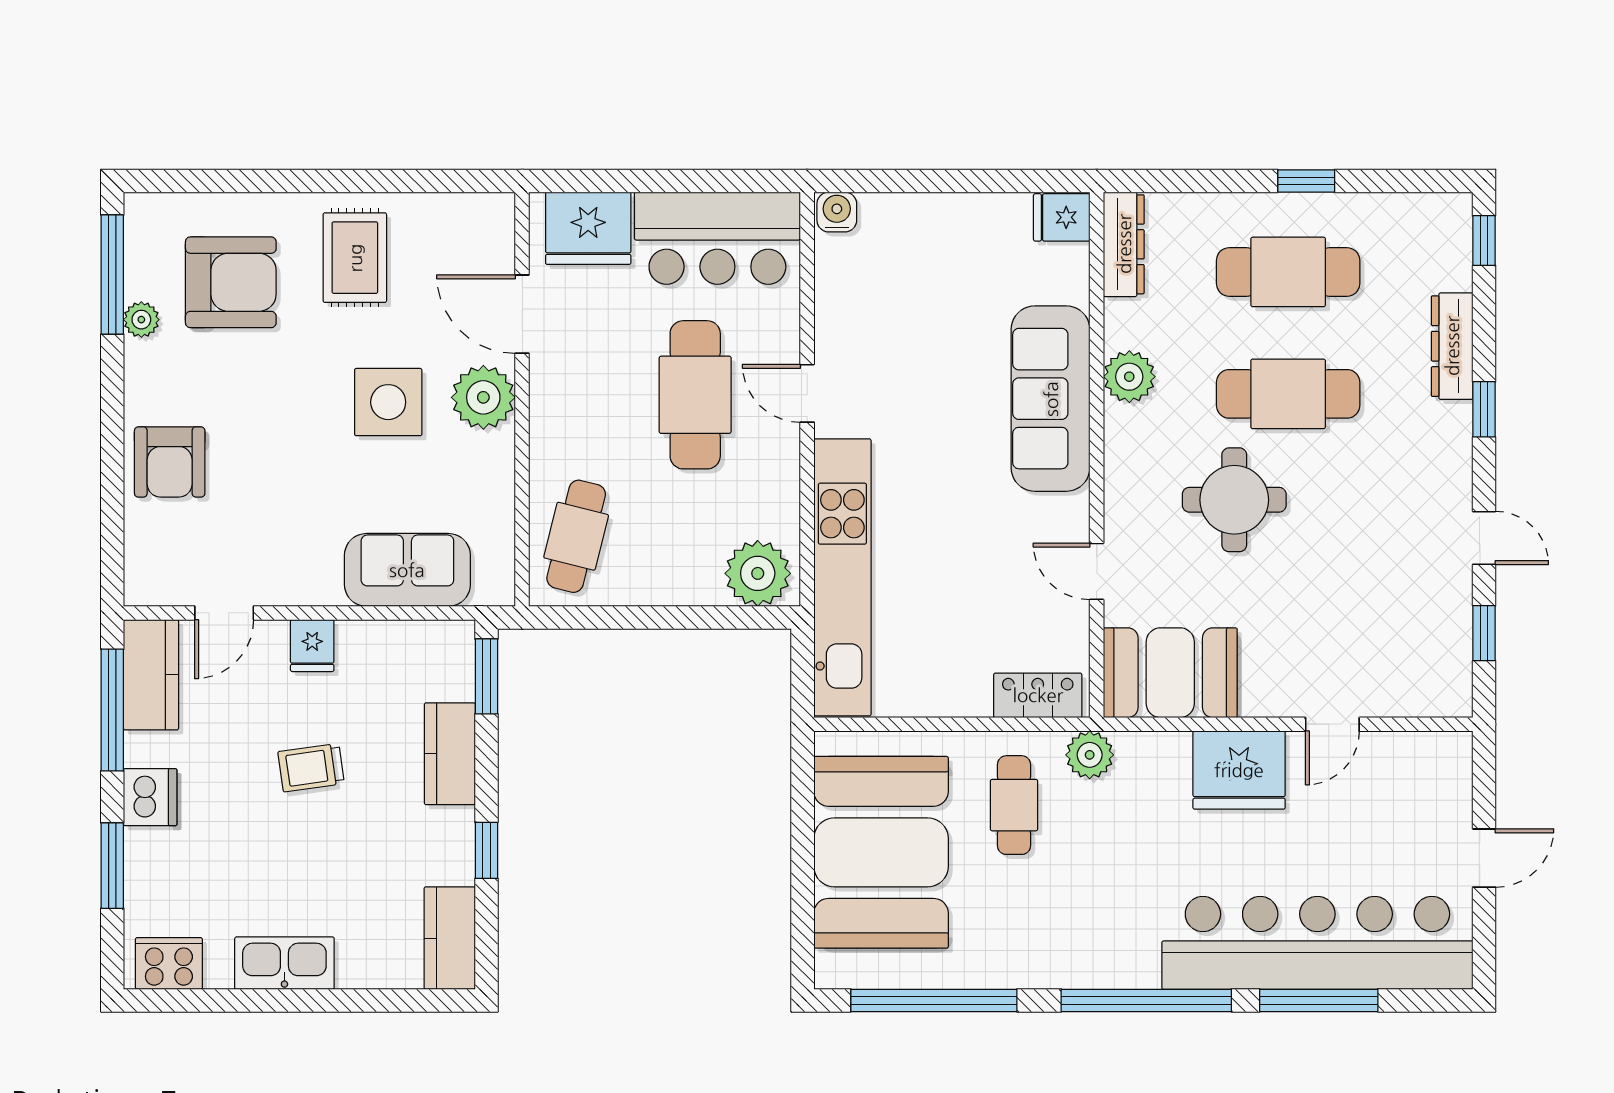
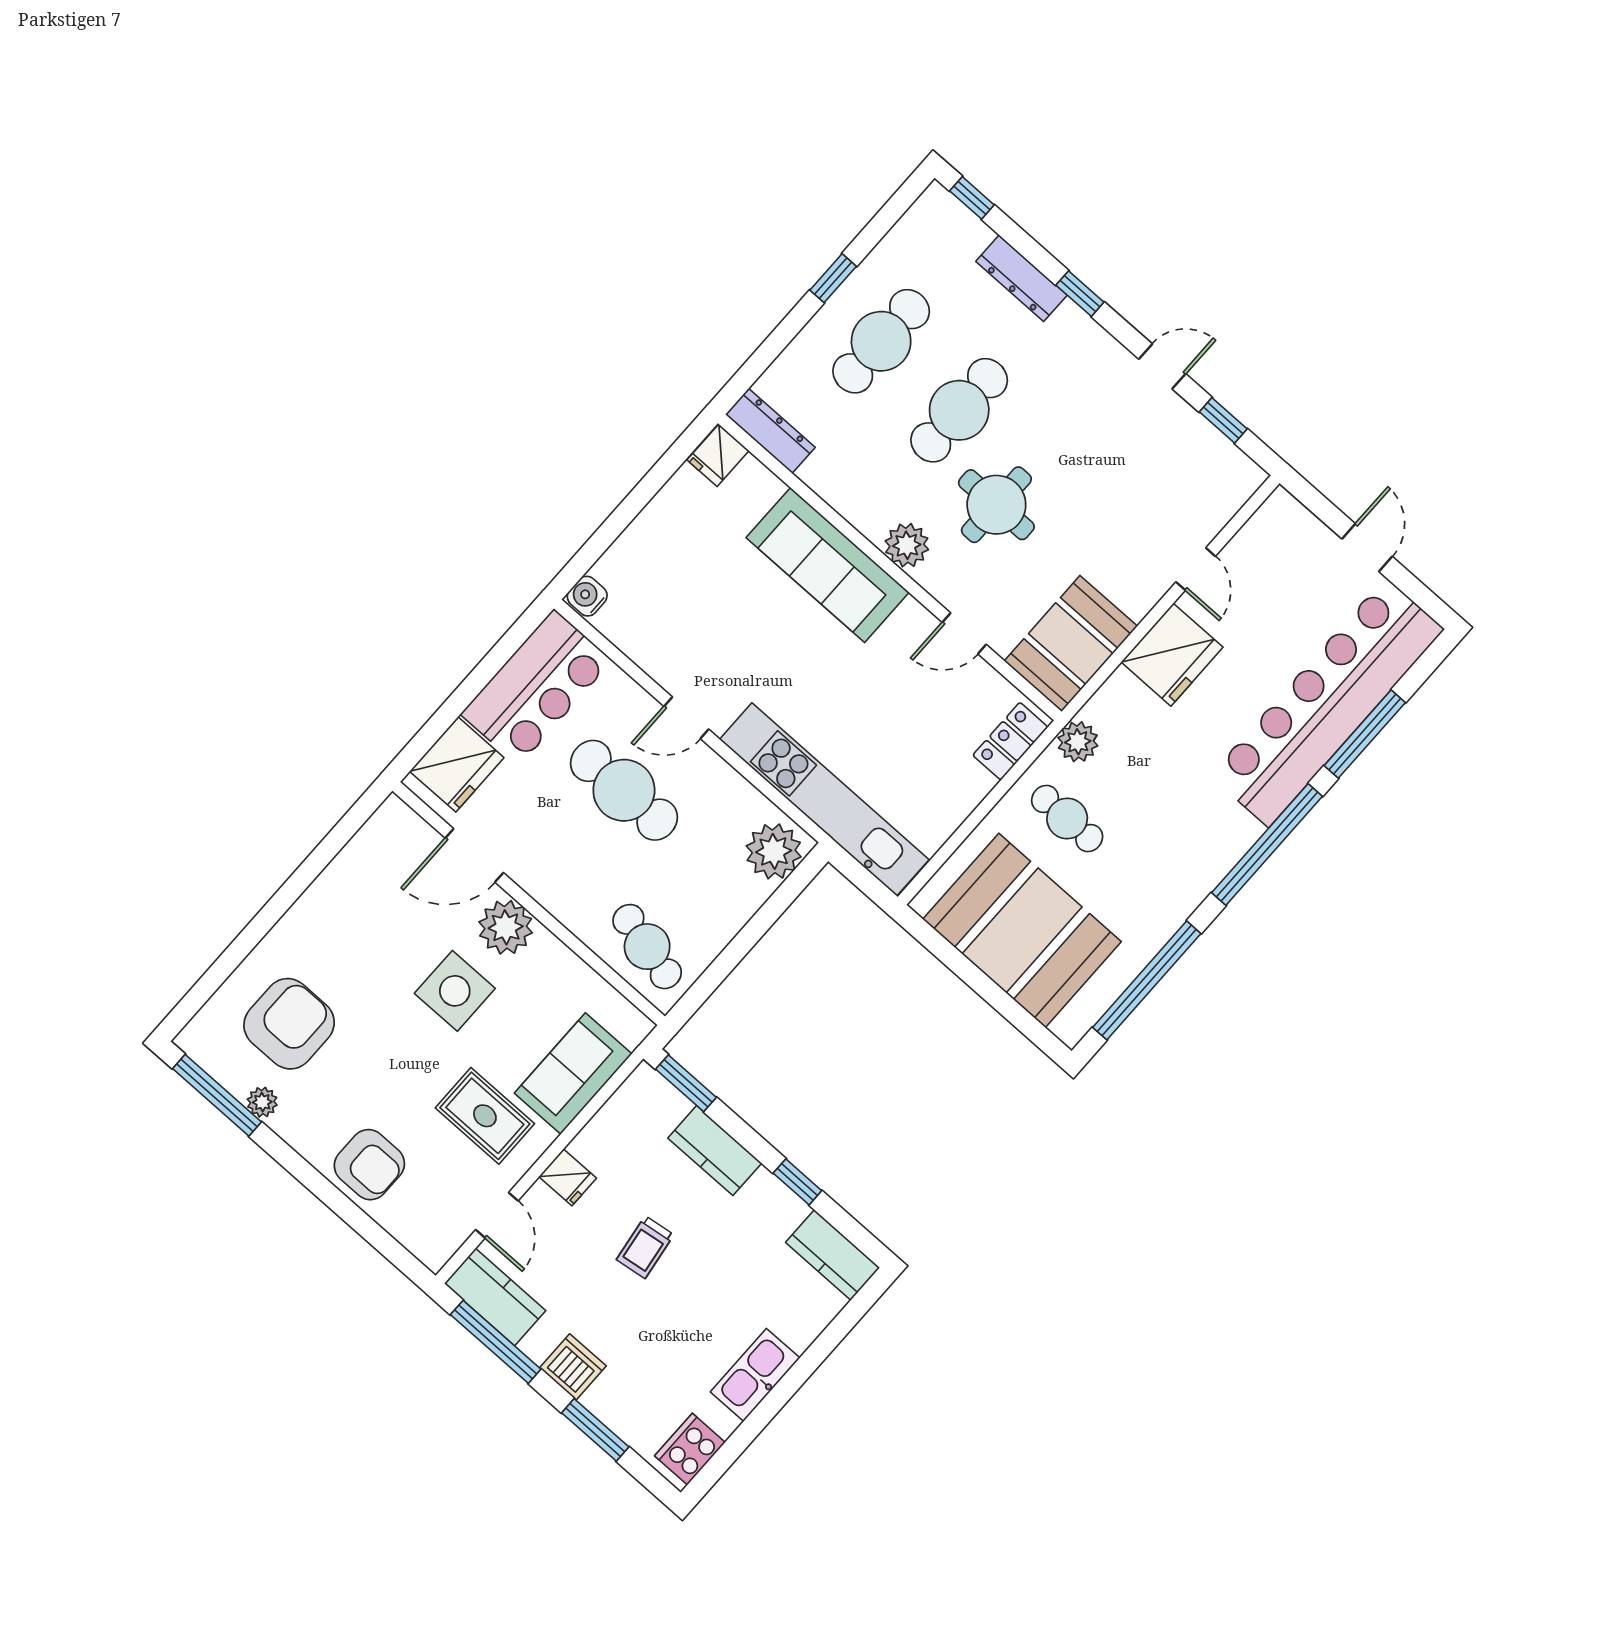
rug: (355, 258) -> (485, 1116), moved
plant: (1129, 377) -> (907, 545), moved

